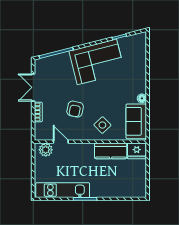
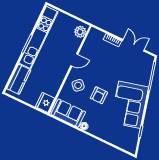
armchair: (75, 109) -> (99, 95), moved, turned -102
door: (61, 142) -> (74, 60), moved
kitchen counter: (111, 151) -> (19, 79), moved, turned 180
kitchen unit: (63, 190) -> (39, 37), width x1.36

